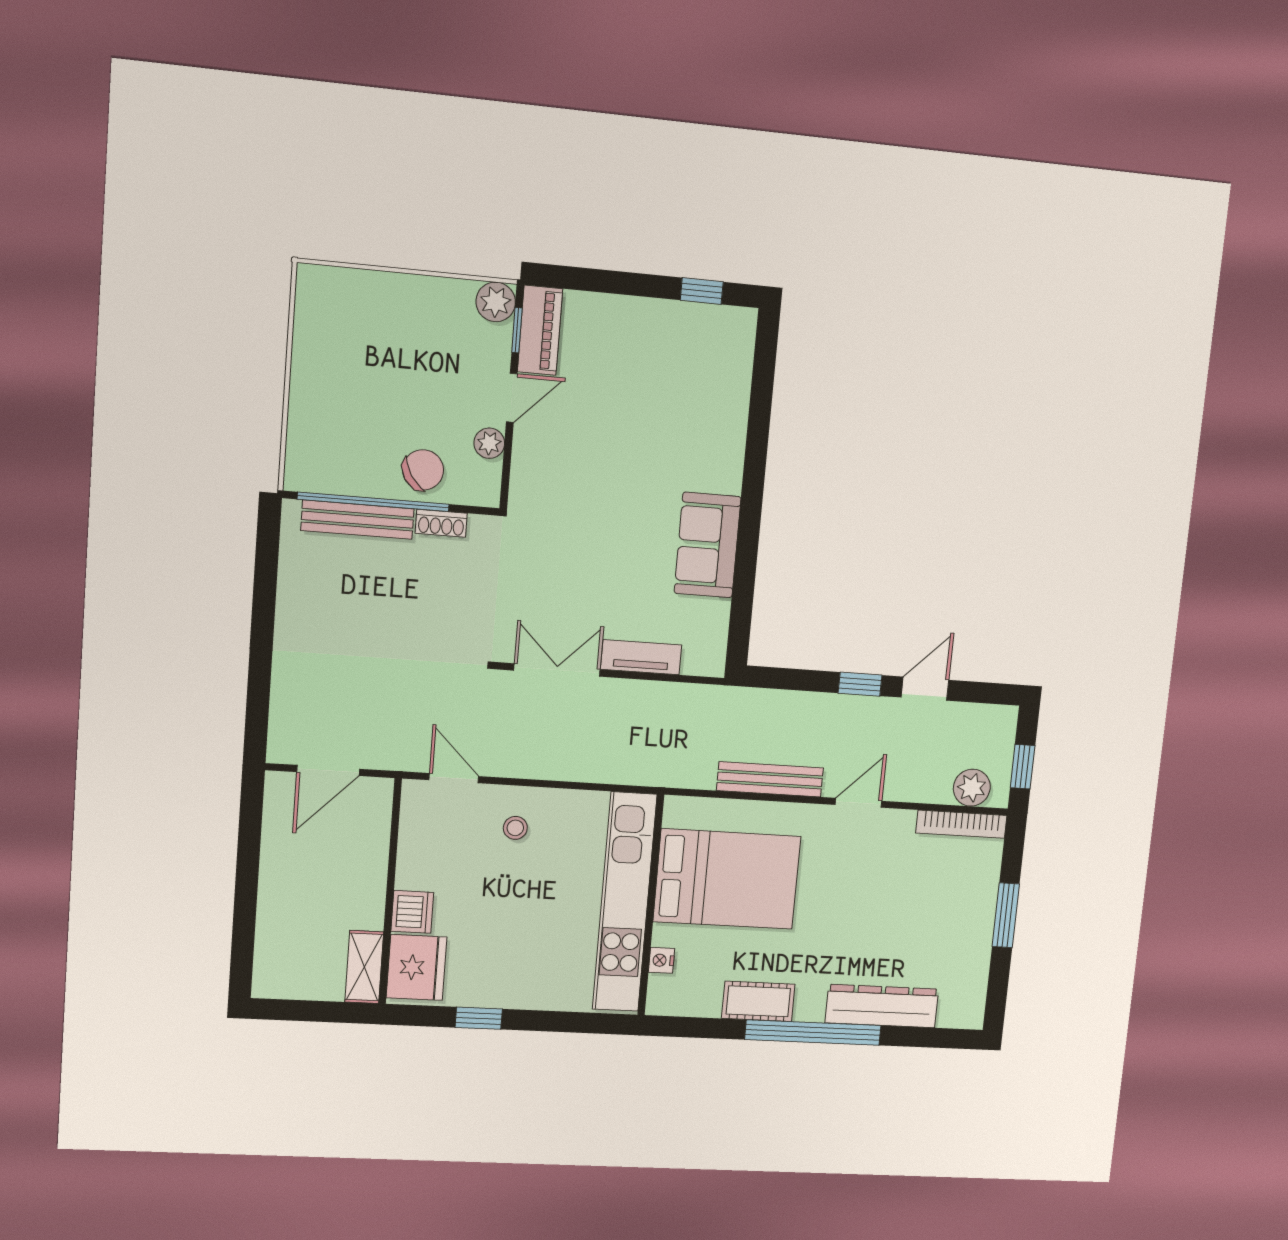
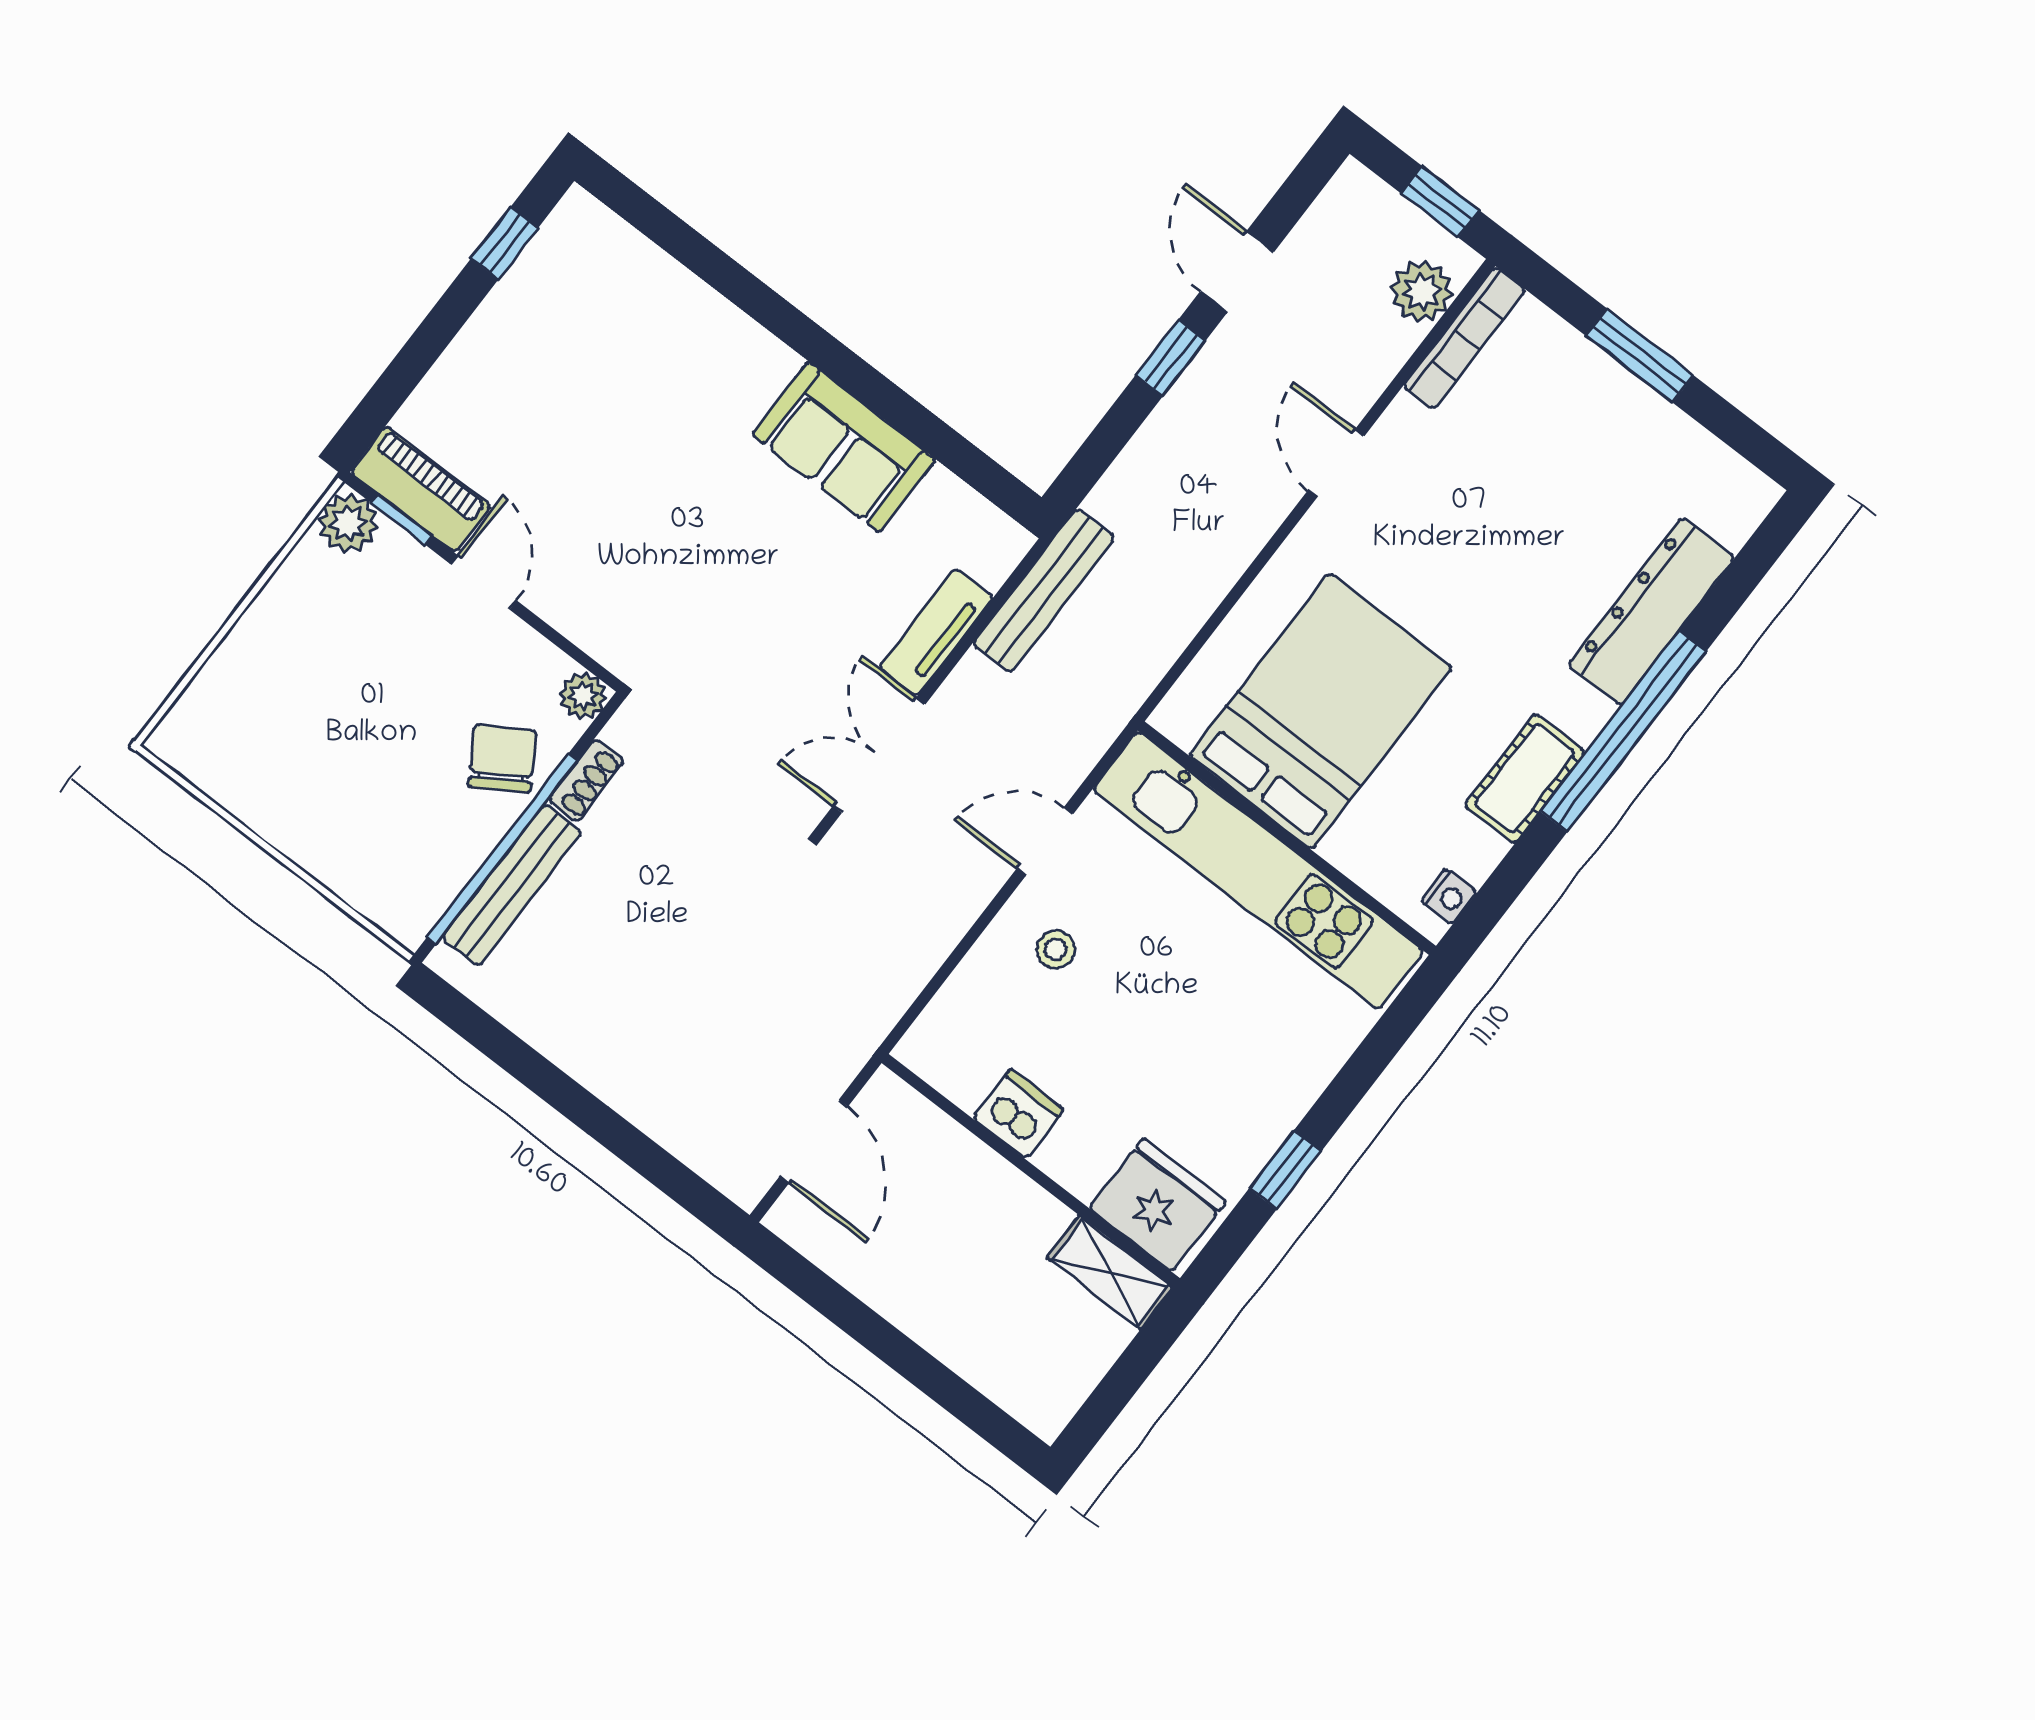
plant: (489, 443) -> (583, 696), moved
door: (454, 778) -> (1045, 841), moved
bench: (770, 779) -> (1044, 590), moved
dishwasher: (412, 912) -> (1018, 1114), moved
nightstand: (661, 960) -> (1449, 896), moved, turned -90

